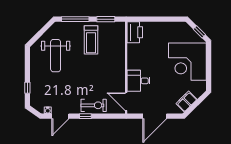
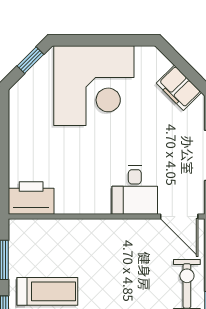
door: (126, 102) -> (179, 217), hinge flipped

